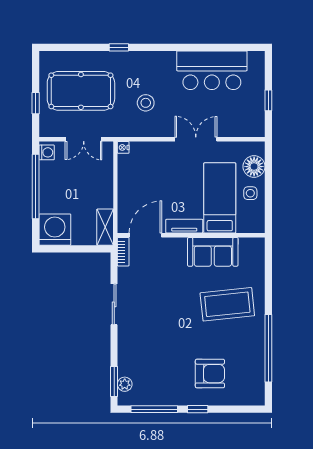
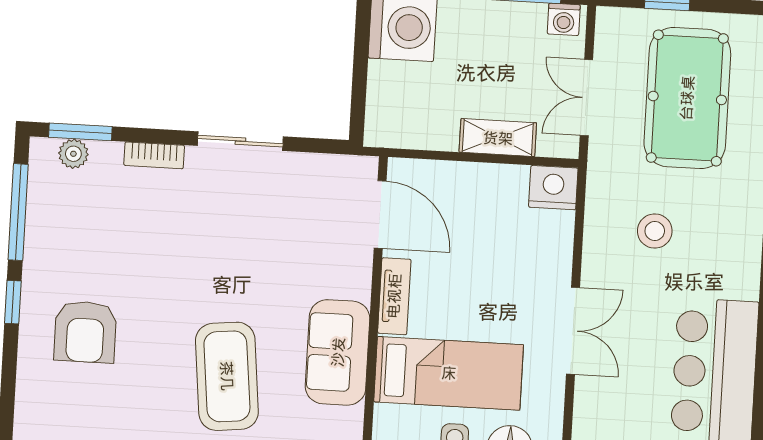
nightstand: (123, 147) -> (553, 188), width x1.89, depth x1.79
shelving: (105, 227) -> (498, 138), moved
bookcase: (123, 252) -> (154, 155), moved

